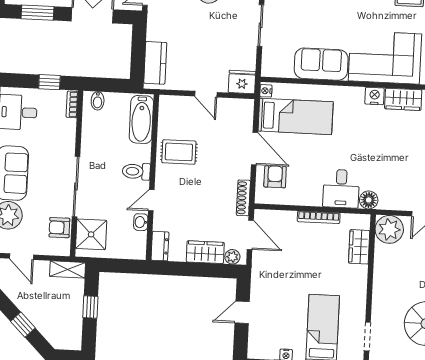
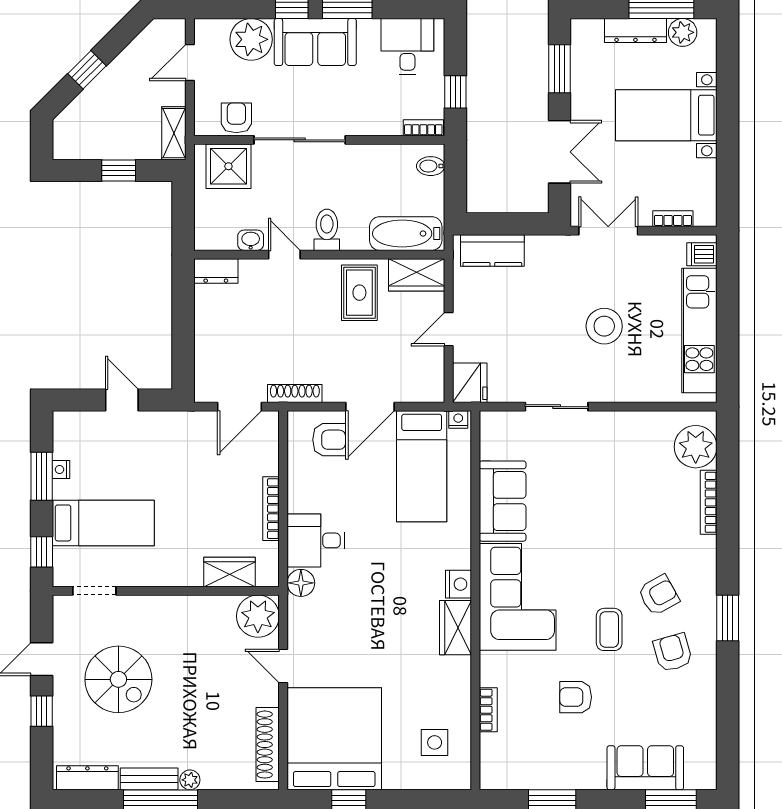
wardrobe: (205, 252) -> (417, 275), moved, turned 90
plant: (232, 257) -> (205, 381), removed

